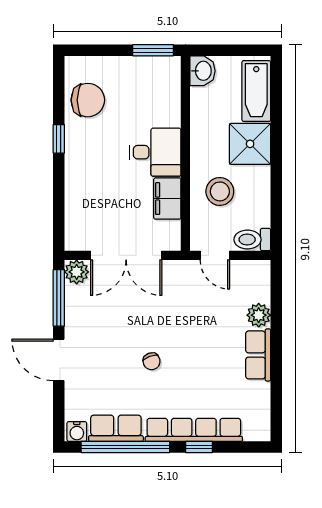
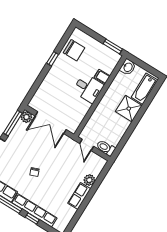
stool: (220, 191) -> (105, 120), removed
filing cabinet: (167, 199) -> (102, 77), moved, width x0.50

